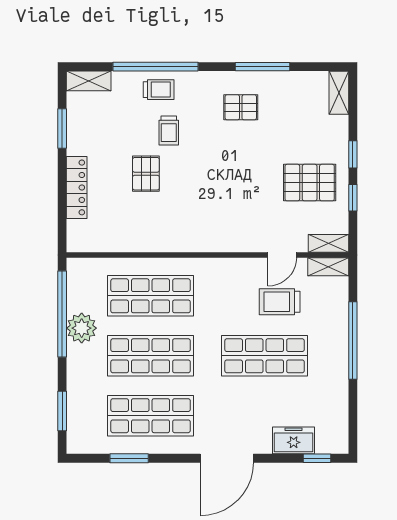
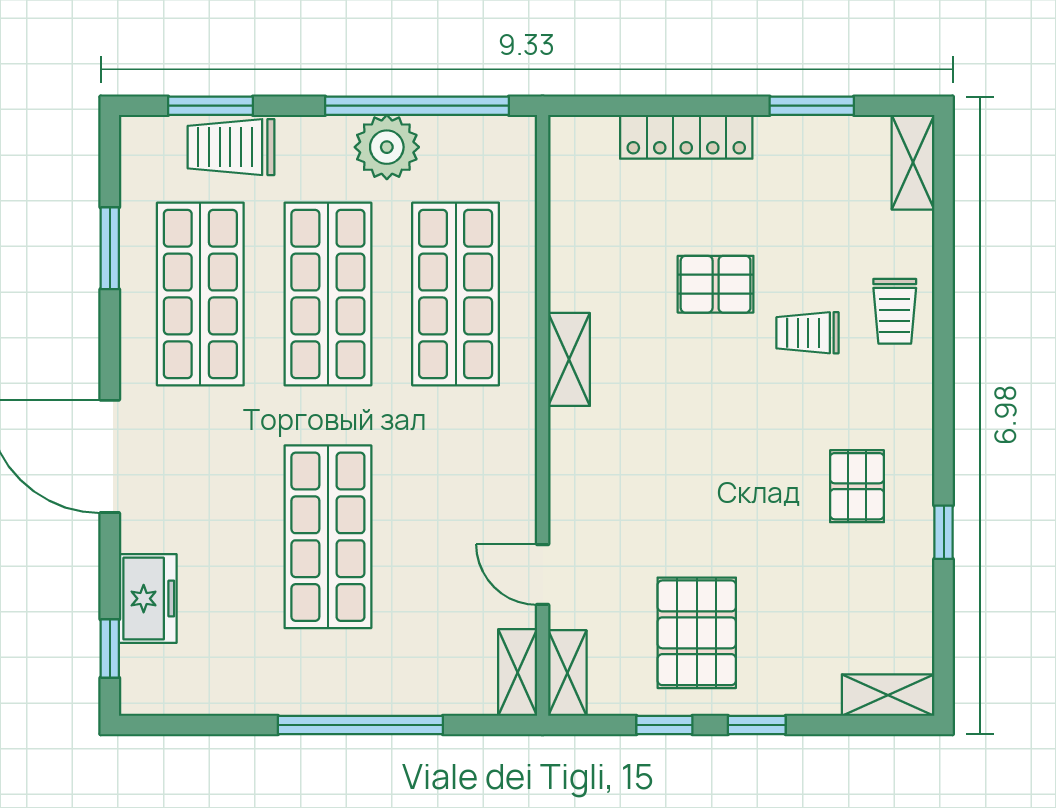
window: (155, 67) -> (944, 305), removed
window: (262, 67) -> (944, 532), width x0.46
shelving: (181, 243) -> (569, 359), added
trolley: (280, 302) -> (231, 147), moved, turned -90

